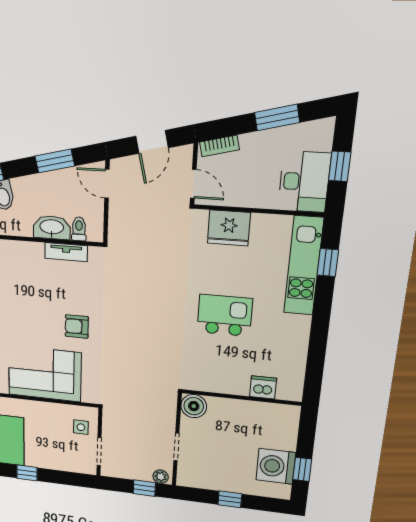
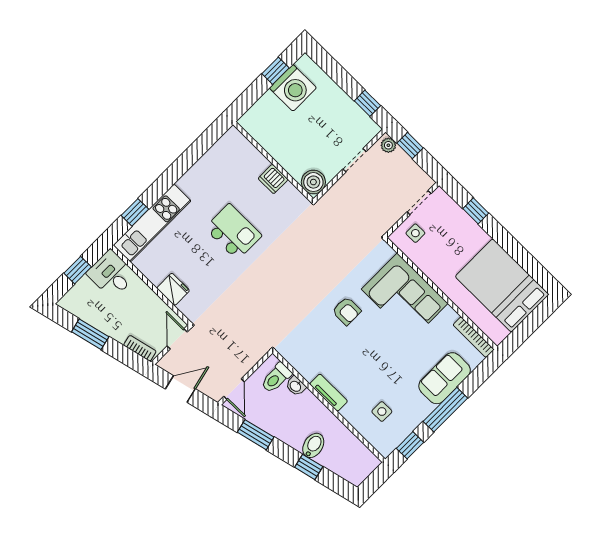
desk: (304, 182) -> (111, 274), width x0.73
washbasin: (52, 227) -> (296, 386), width x0.52, depth x0.69
fridge: (229, 228) -> (173, 289), width x0.73, depth x0.75
toilet: (79, 229) -> (276, 378), width x1.37, depth x1.39
tv unit: (66, 252) -> (329, 393), moved
kitchen island: (225, 315) -> (233, 232), turned 180
dishwasher: (263, 387) -> (273, 179), moved
window: (27, 473) -> (476, 211), moved
window: (230, 499) -> (367, 103), moved

